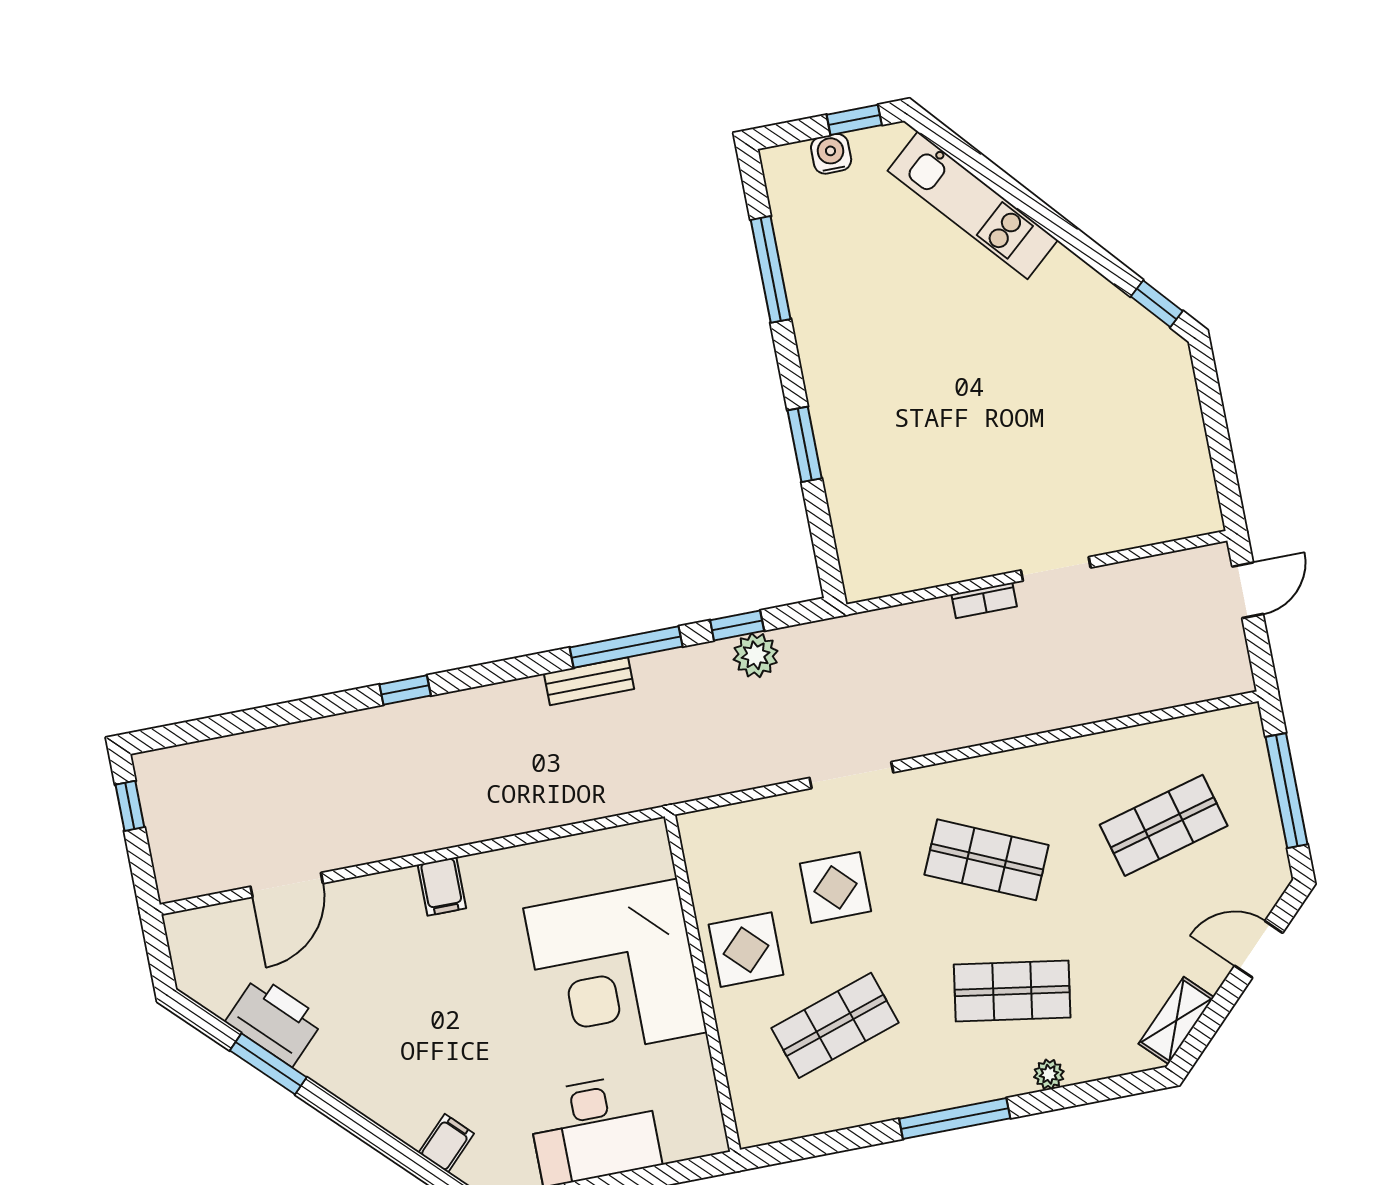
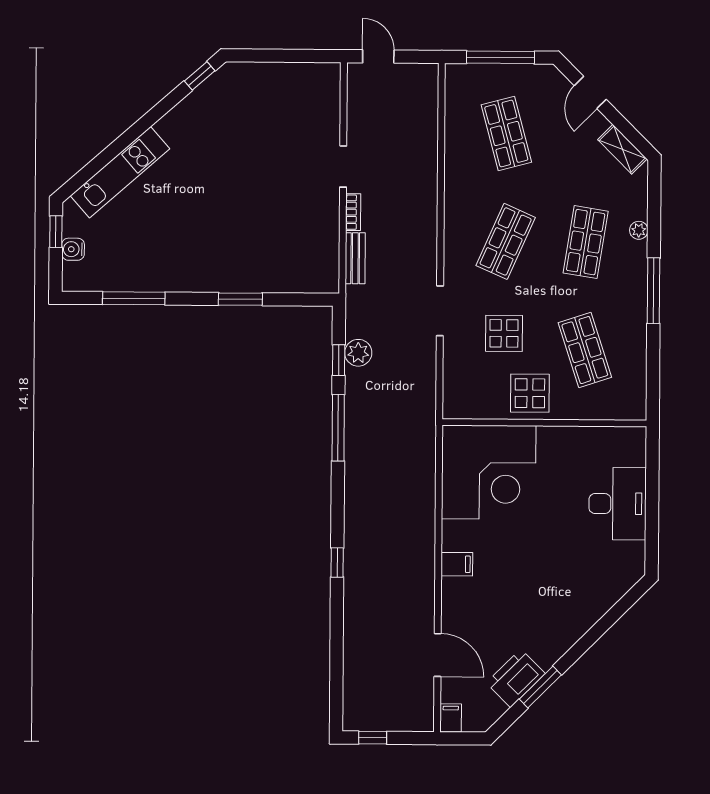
bench: (589, 681) -> (355, 258), moved
corner desk: (615, 970) -> (489, 472), moved
filing cabinet: (446, 1143) -> (451, 718), moved, turned 45

